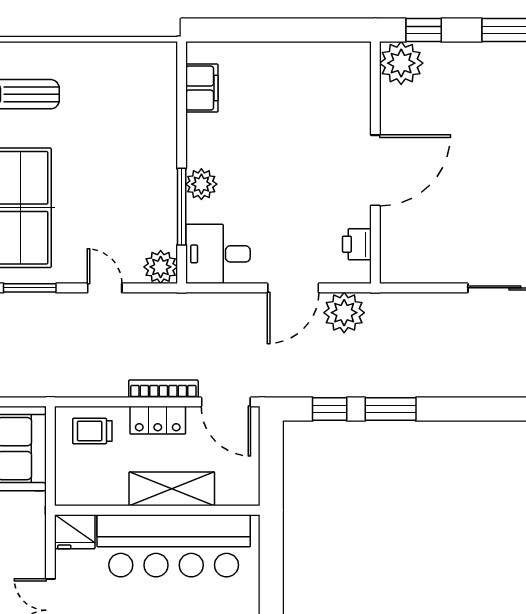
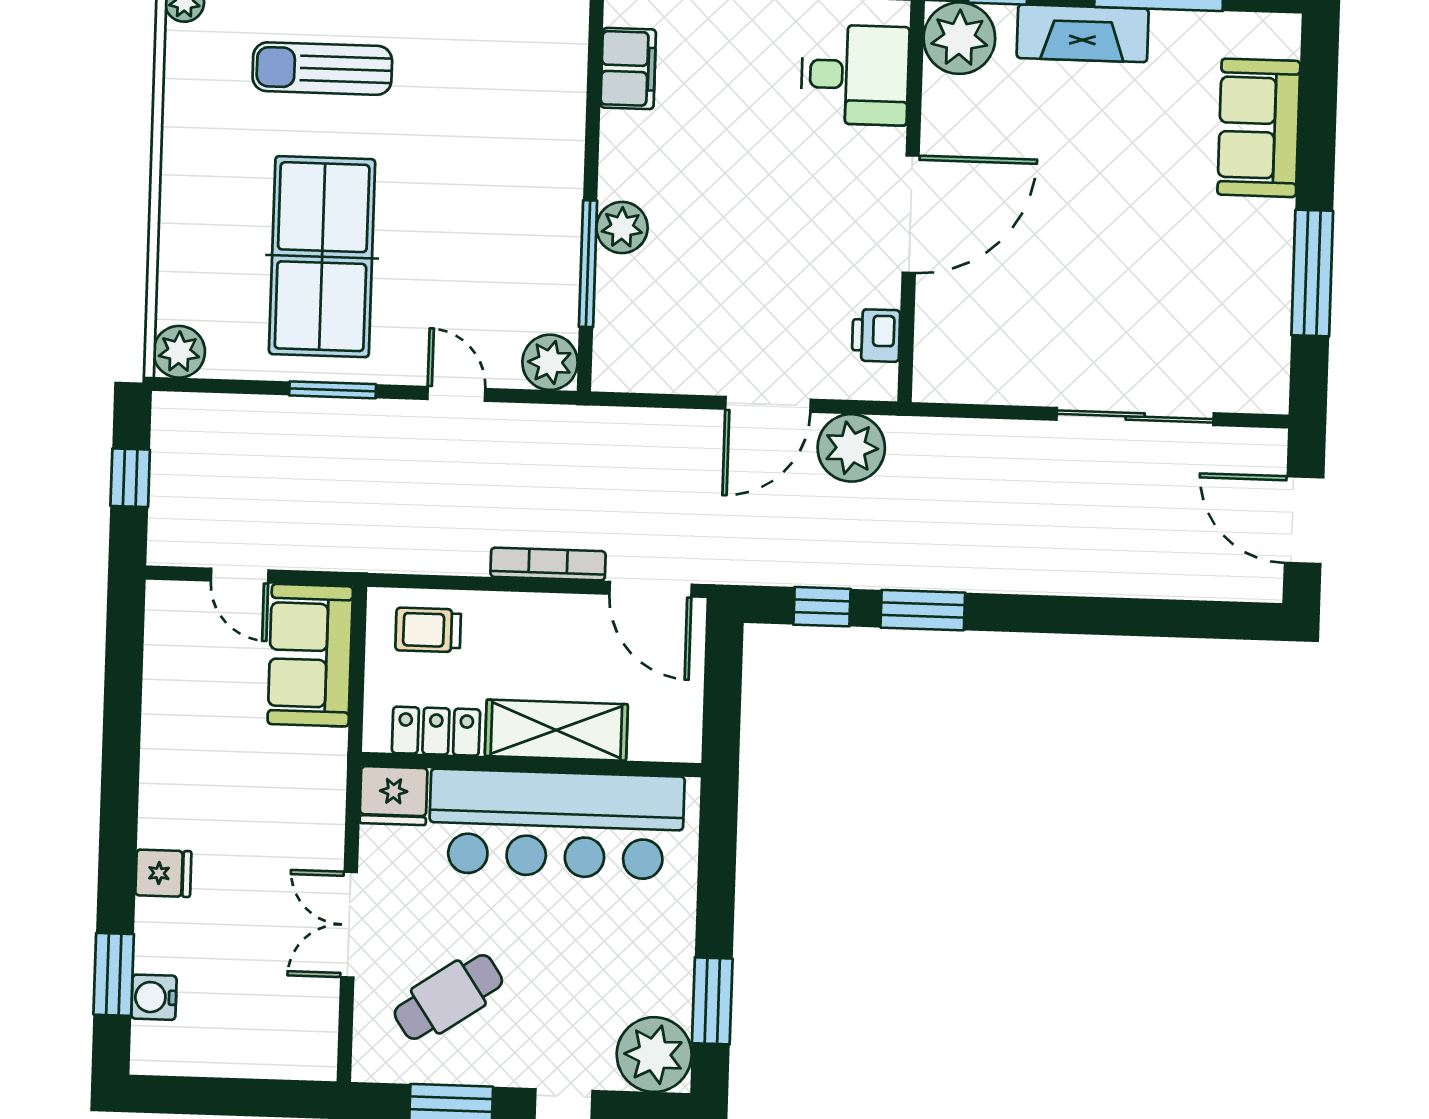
fireplace: (476, 58) -> (1083, 33), added
desk: (218, 254) -> (855, 75), moved, turned 180
locker: (158, 420) -> (436, 731), moved, turned 180

